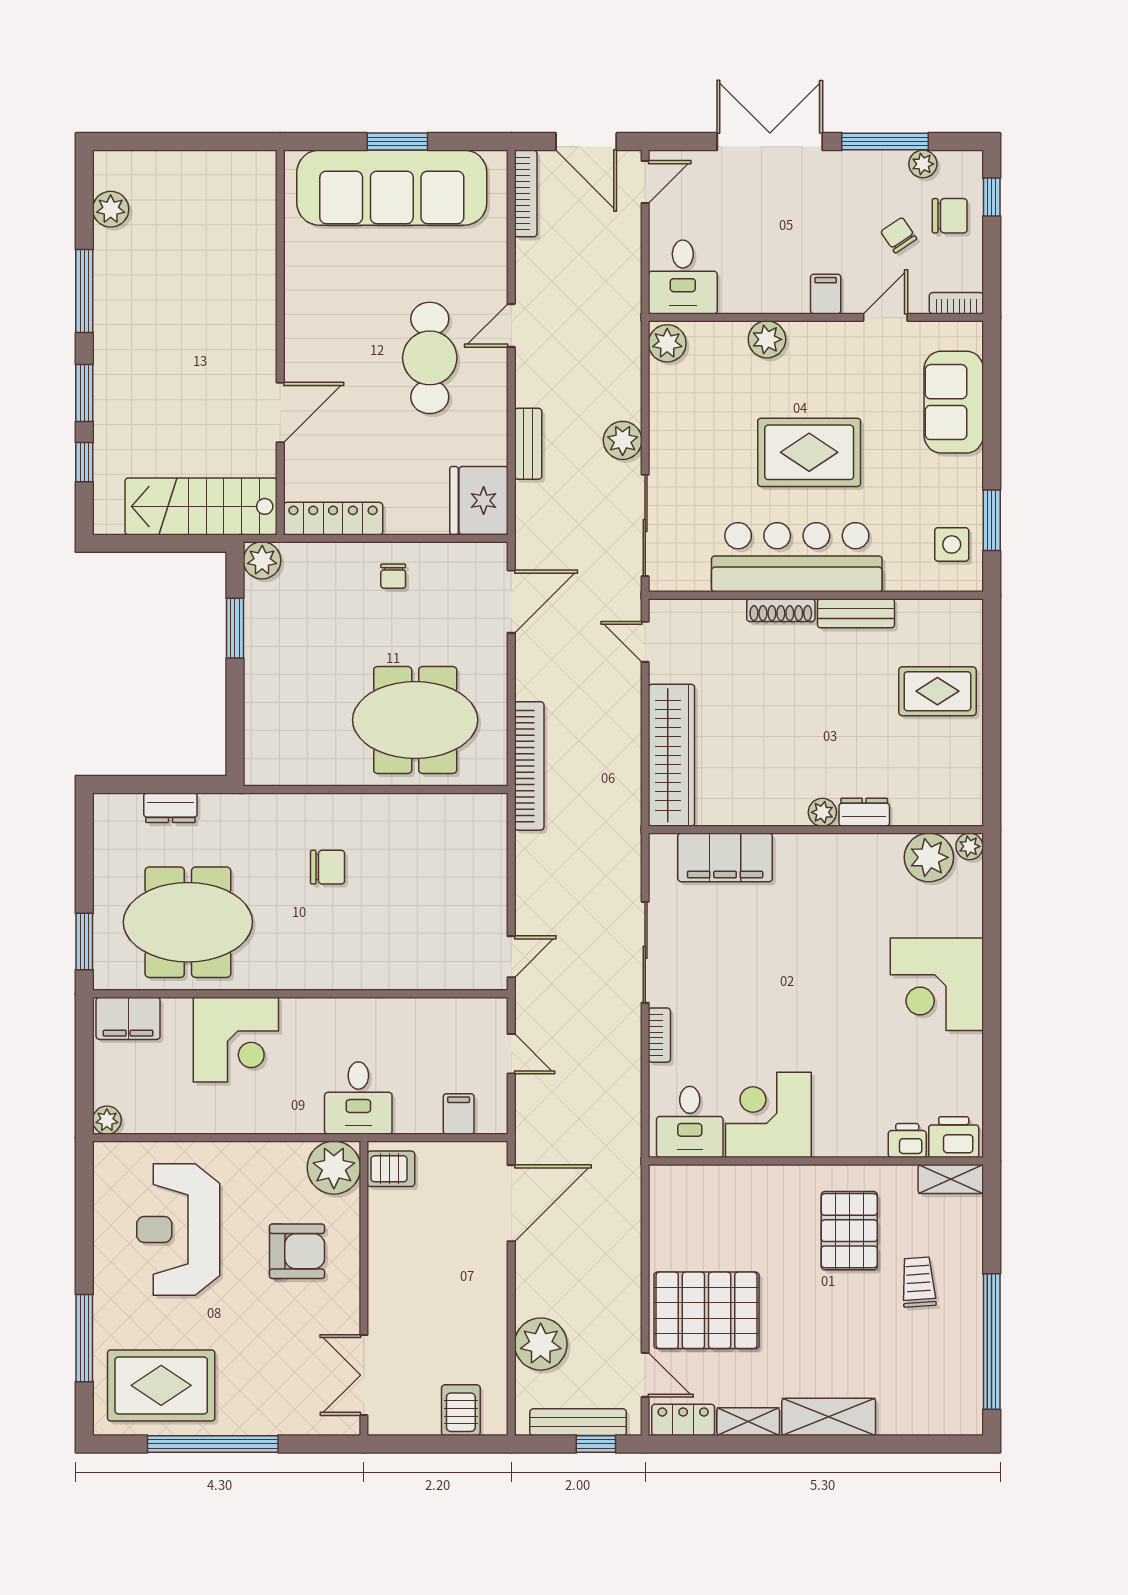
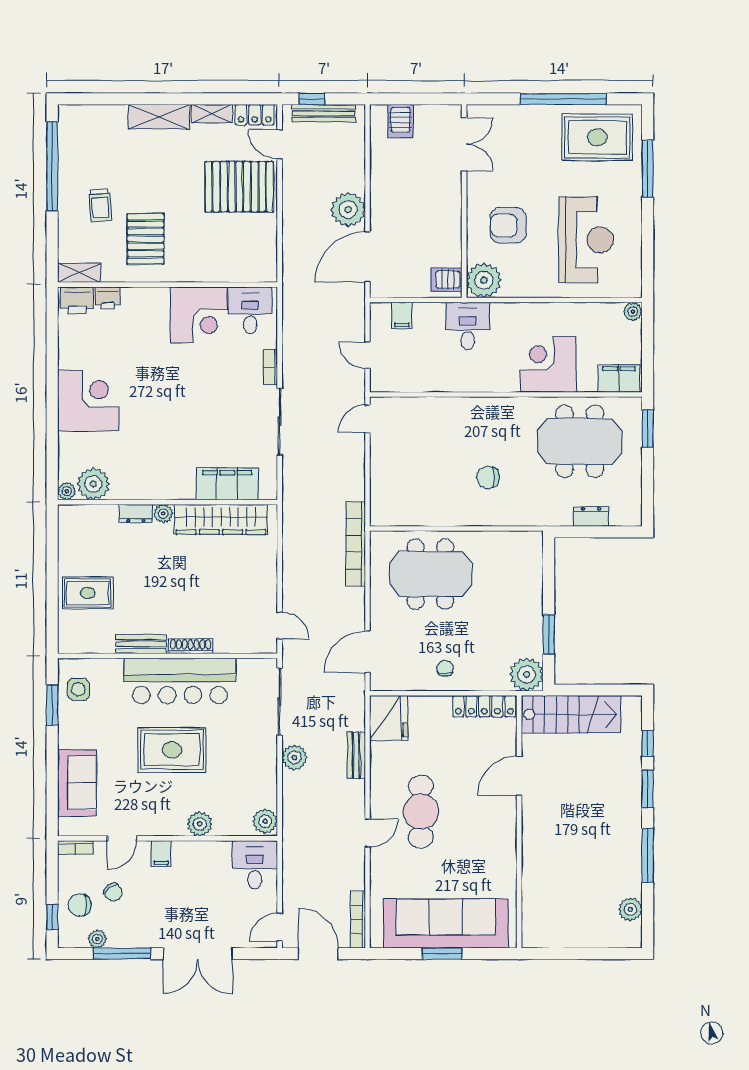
plant: (262, 560) -> (527, 674), width x1.36, depth x1.36
wardrobe: (671, 755) -> (221, 519), moved, turned -90
plant: (541, 1344) -> (348, 210), moved

